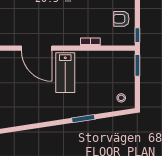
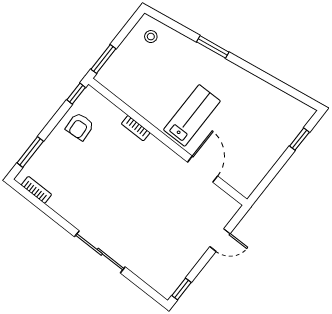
armchair: (121, 19) -> (80, 127), turned 86
door: (37, 48) -> (203, 169), width x0.73

